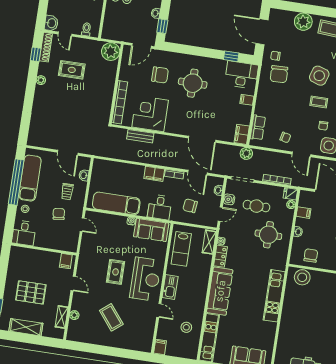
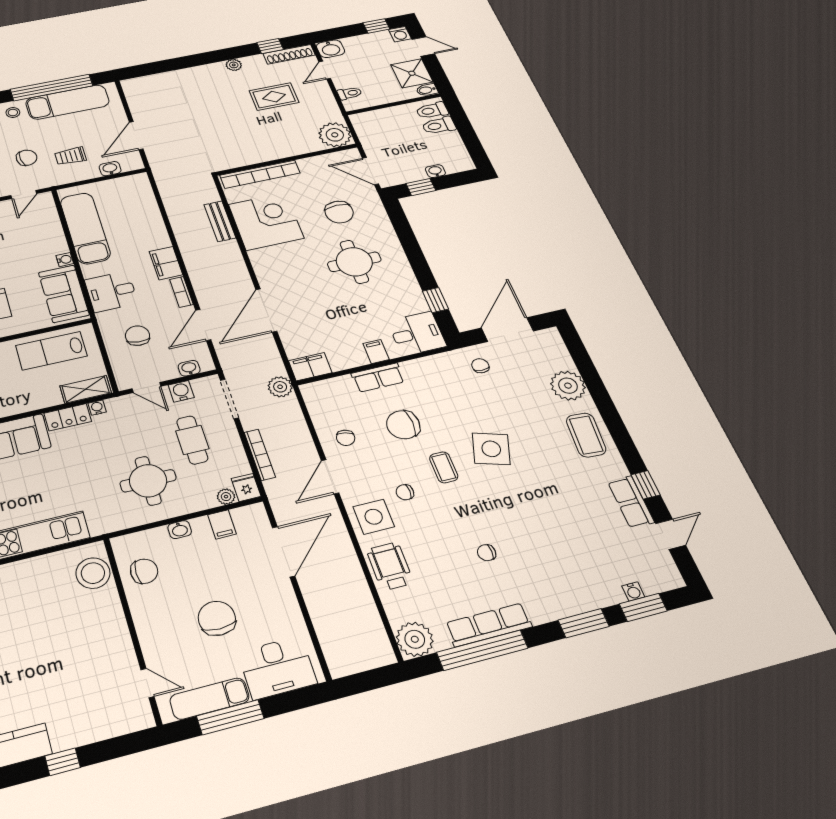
rug: (72, 70) -> (274, 97), turned 90
chair: (279, 74) -> (403, 425), moved
desk: (241, 75) -> (417, 334), width x0.73
row of seats: (258, 128) -> (378, 378), moved

